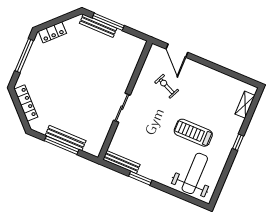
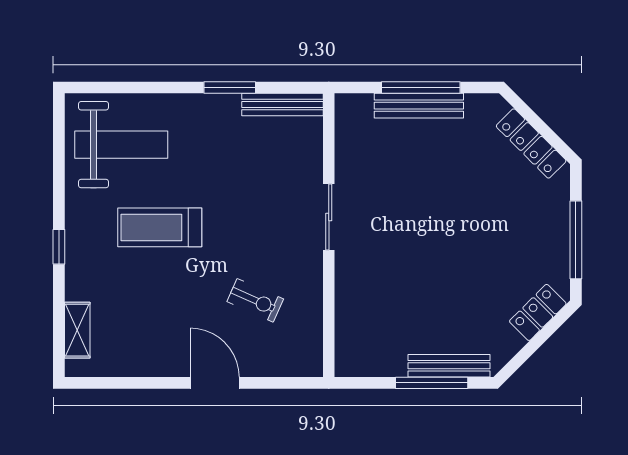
door: (177, 51) -> (215, 383), moved
treadmill: (193, 133) -> (160, 227), turned 180
weight bench: (195, 173) -> (121, 145), turned -90

